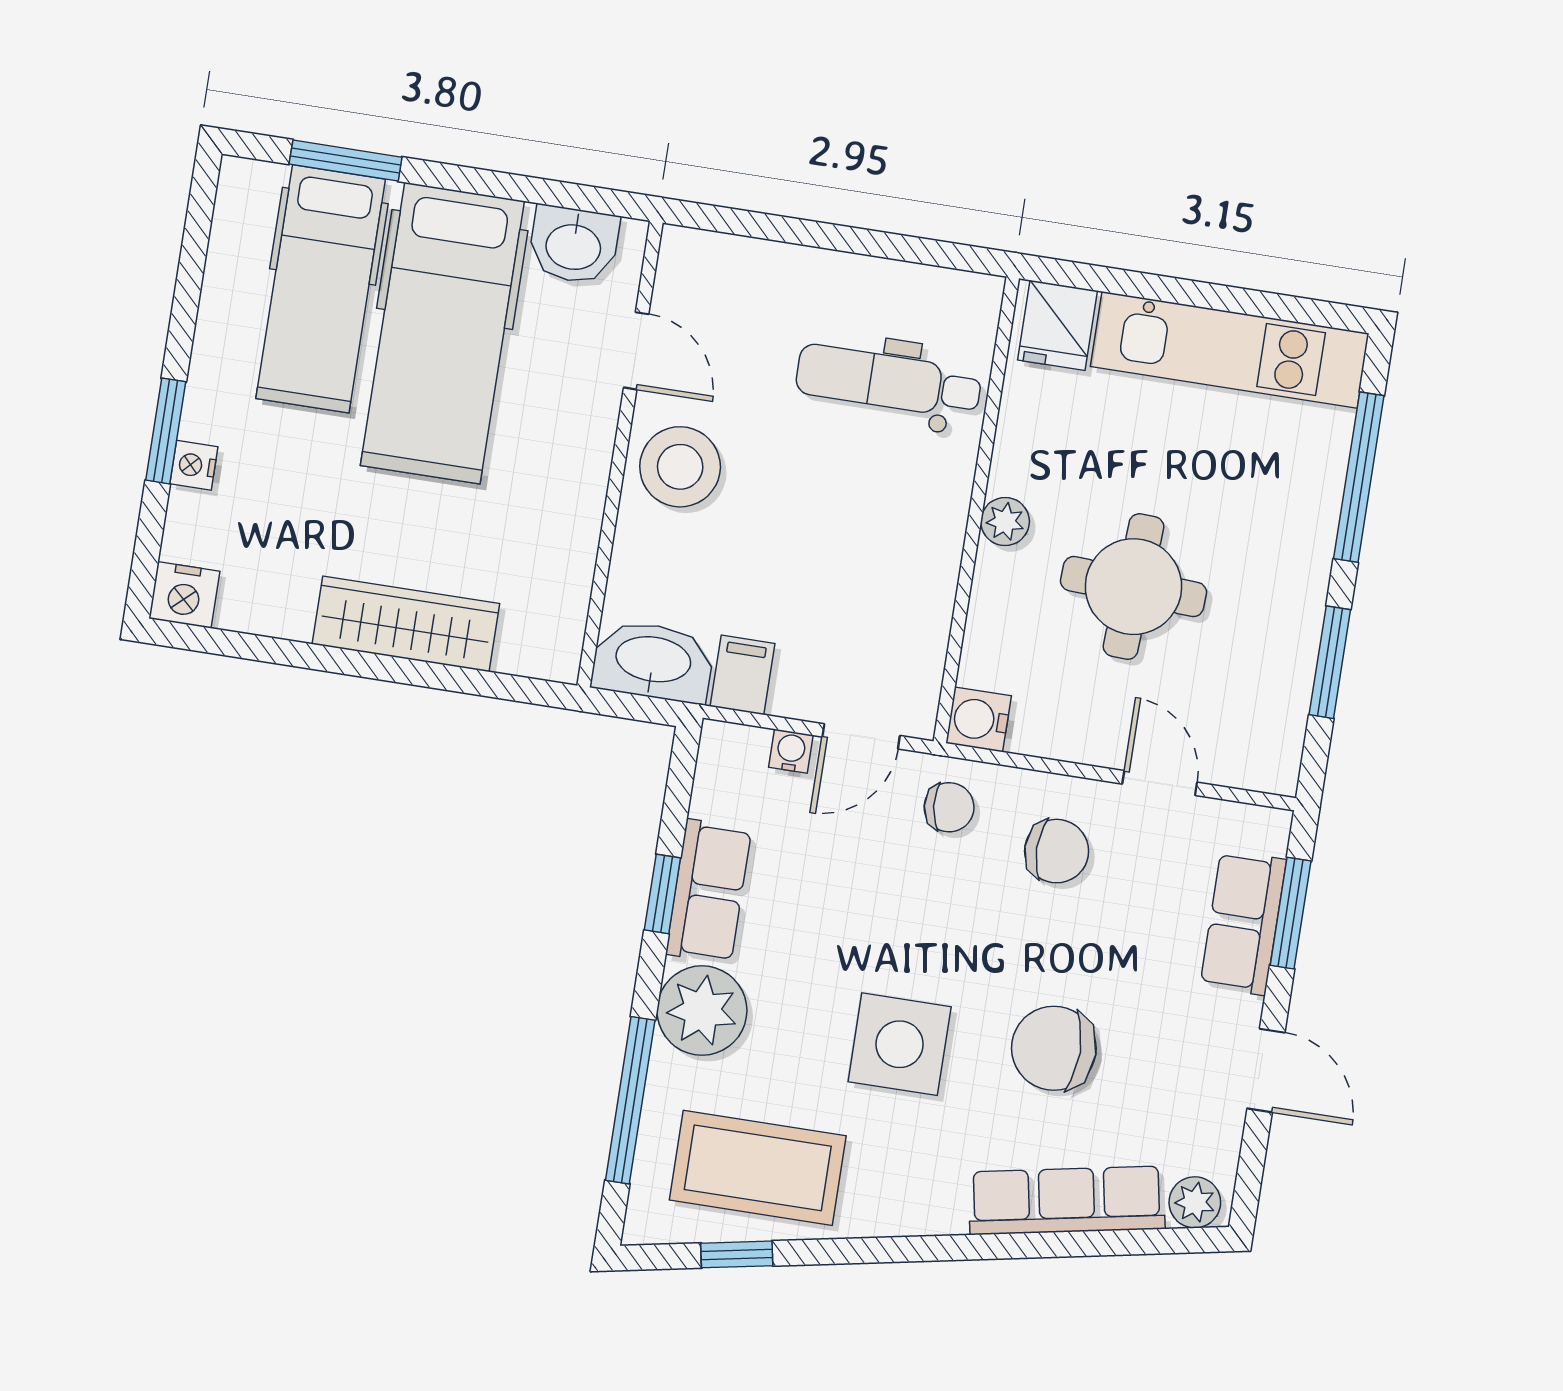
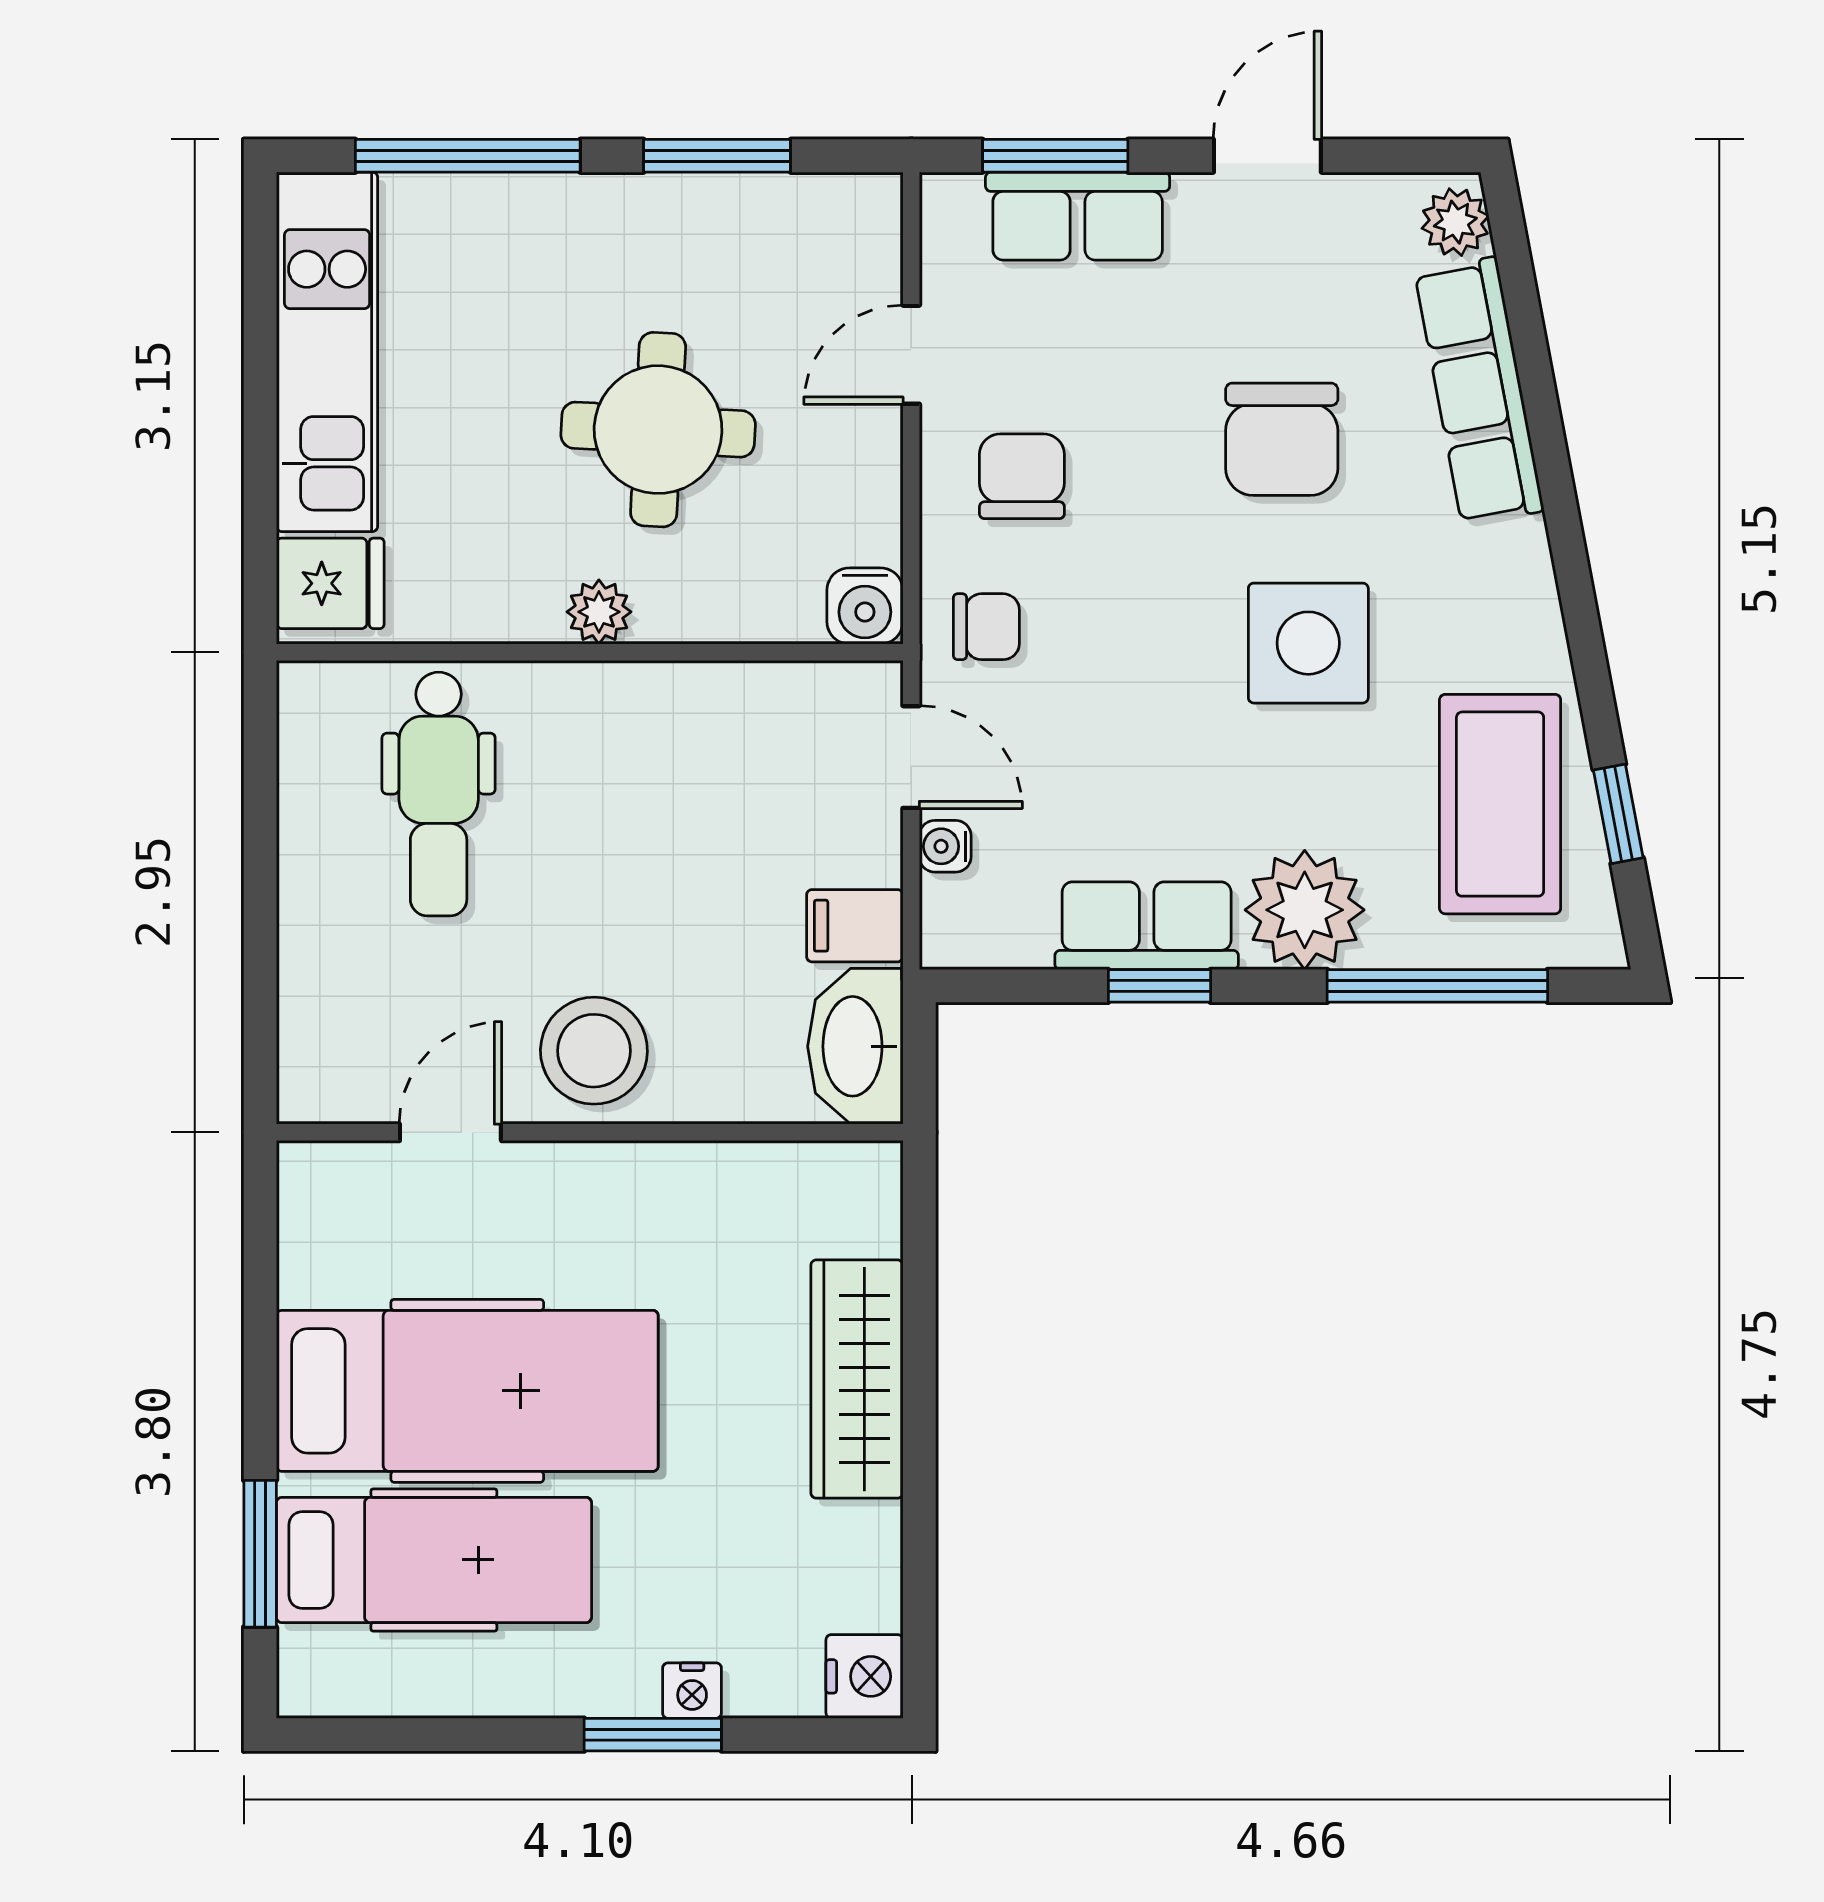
washbasin: (574, 245) -> (324, 1236), removed
chair: (949, 807) -> (986, 627), turned 96

